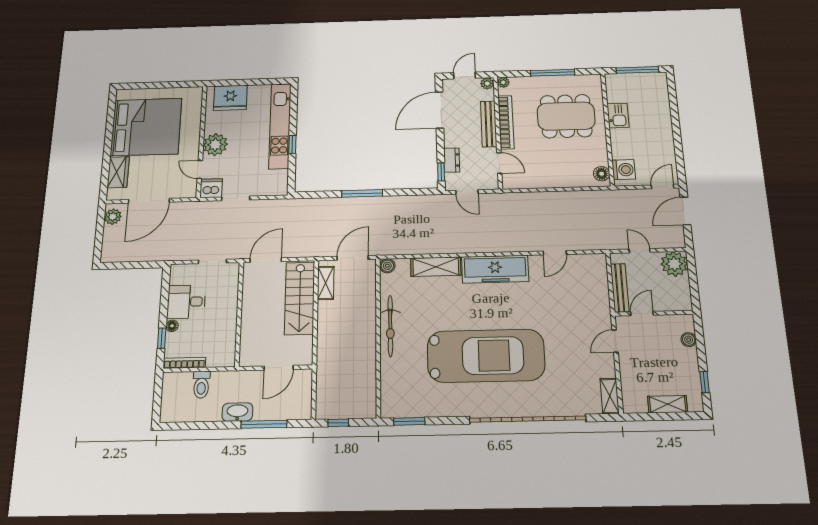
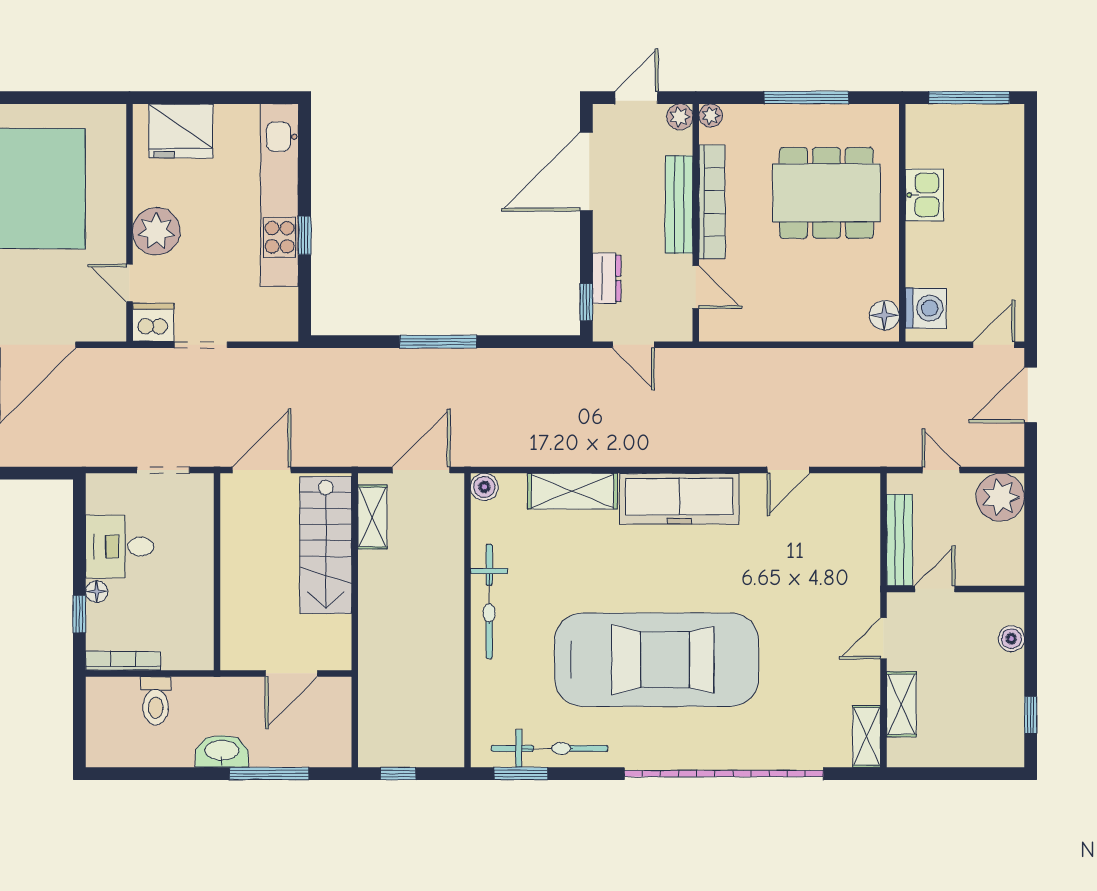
shelving: (668, 404) -> (901, 704), moved, turned 90
bicycle: (426, 407) -> (550, 748), added

